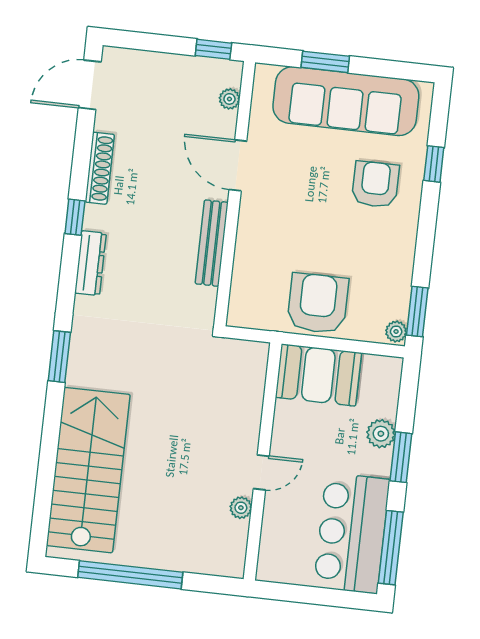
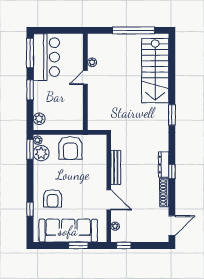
dresser: (90, 263) -> (164, 165), moved
plant: (391, 299) -> (41, 153), added
booth: (318, 375) -> (67, 119), removed
plant: (381, 434) -> (39, 119), moved

